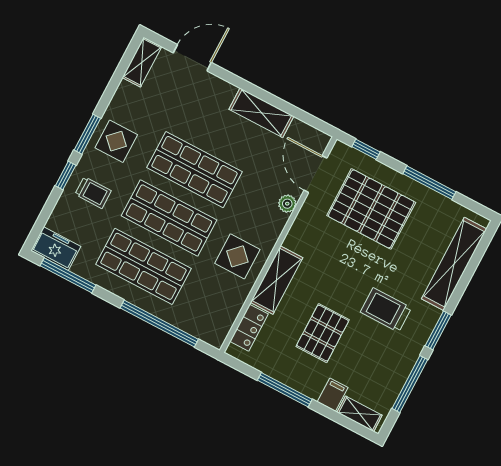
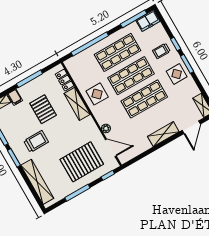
shelving: (261, 113) -> (163, 134), moved

